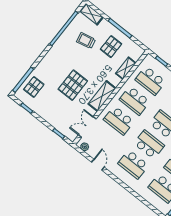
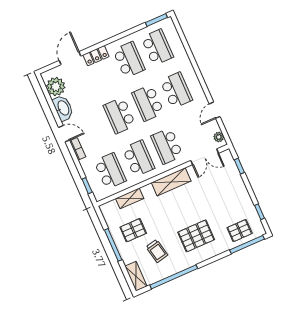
pallet: (73, 85) -> (196, 236), moved
school desk: (119, 121) -> (167, 146), turned 180

